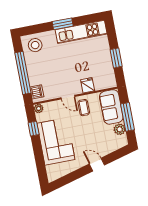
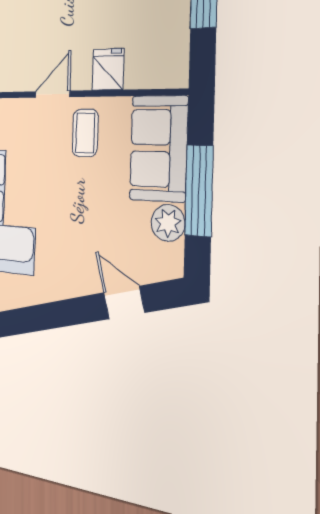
door: (68, 97) -> (52, 94), swing flipped
door: (97, 165) -> (124, 303), moved

